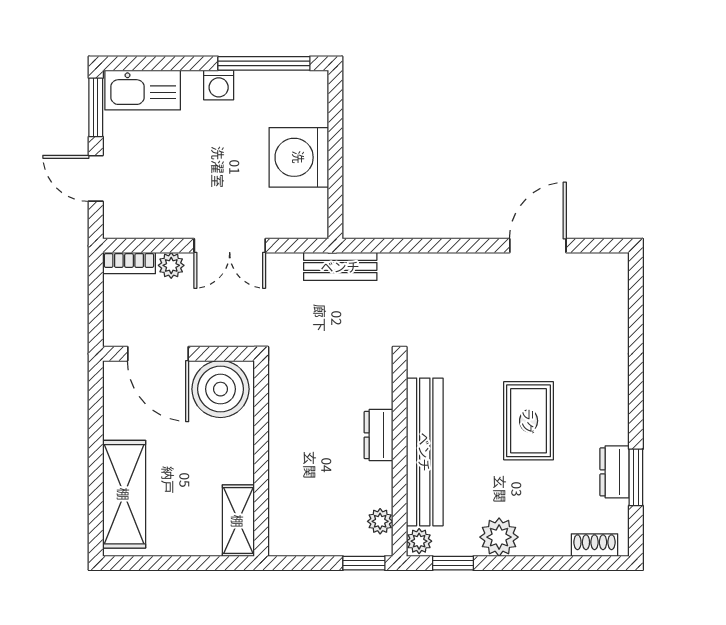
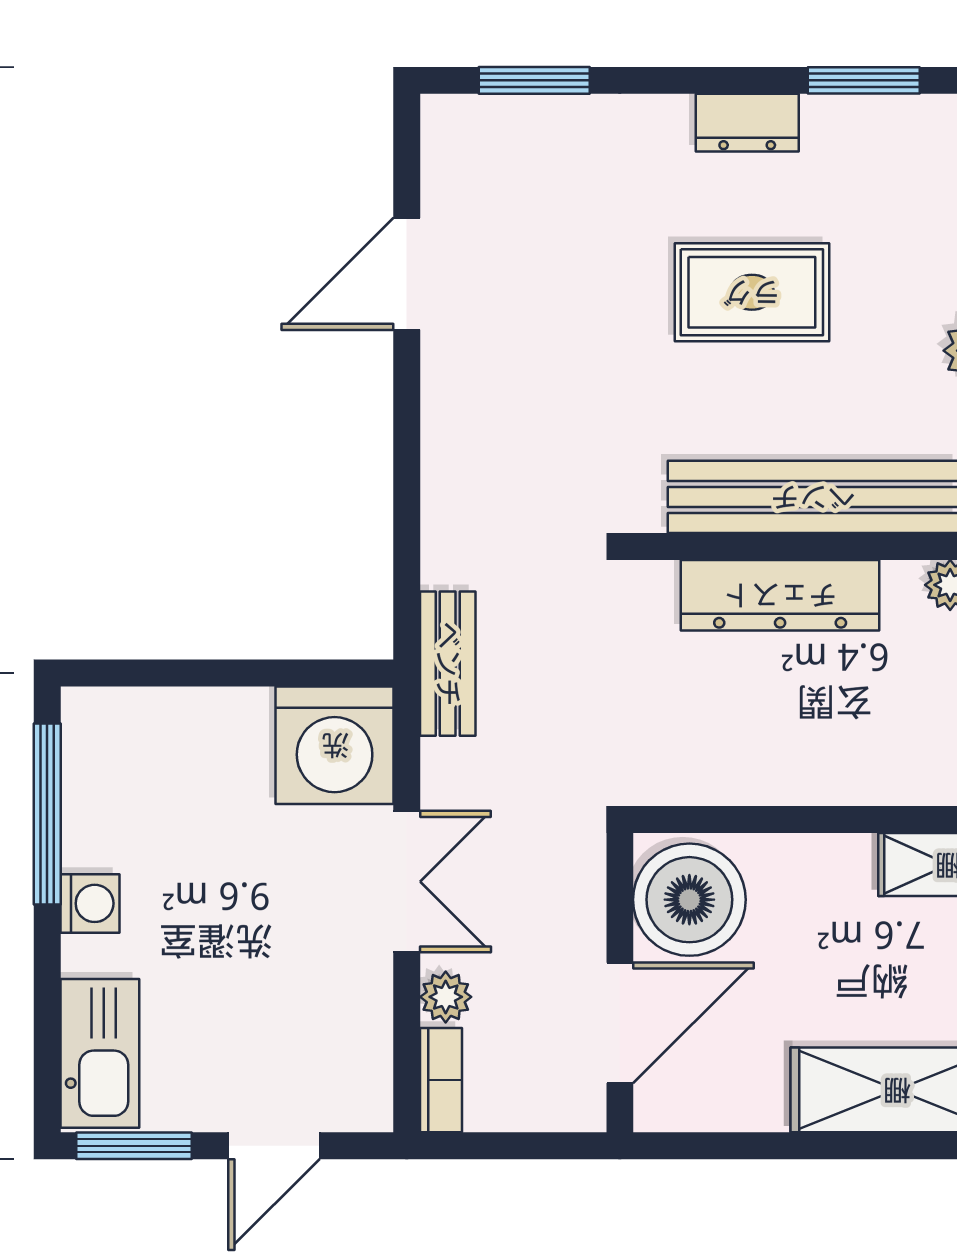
washing machine: (299, 157) -> (335, 745), moved
door: (538, 246) -> (407, 274), hinge flipped
window: (636, 310) -> (534, 80), added
dresser: (378, 435) -> (780, 595), width x1.96, depth x1.24
dresser: (615, 472) -> (747, 123), moved

